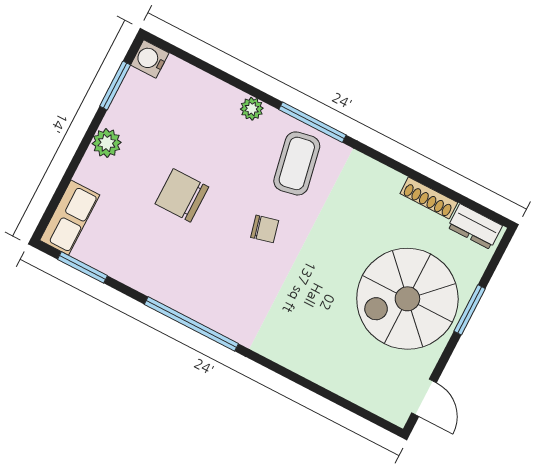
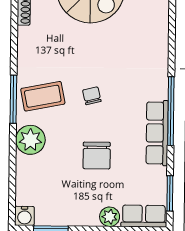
plant: (252, 109) -> (30, 140), width x1.87, depth x1.87
plant: (107, 143) -> (110, 217), moved
row of seats: (171, 291) -> (157, 133), added

